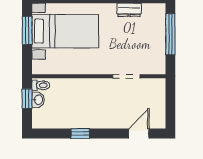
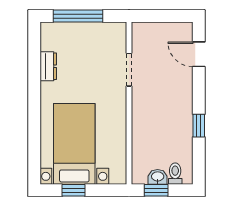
window: (27, 31) -> (73, 190), width x0.67
toilet: (41, 85) -> (175, 174), moved

